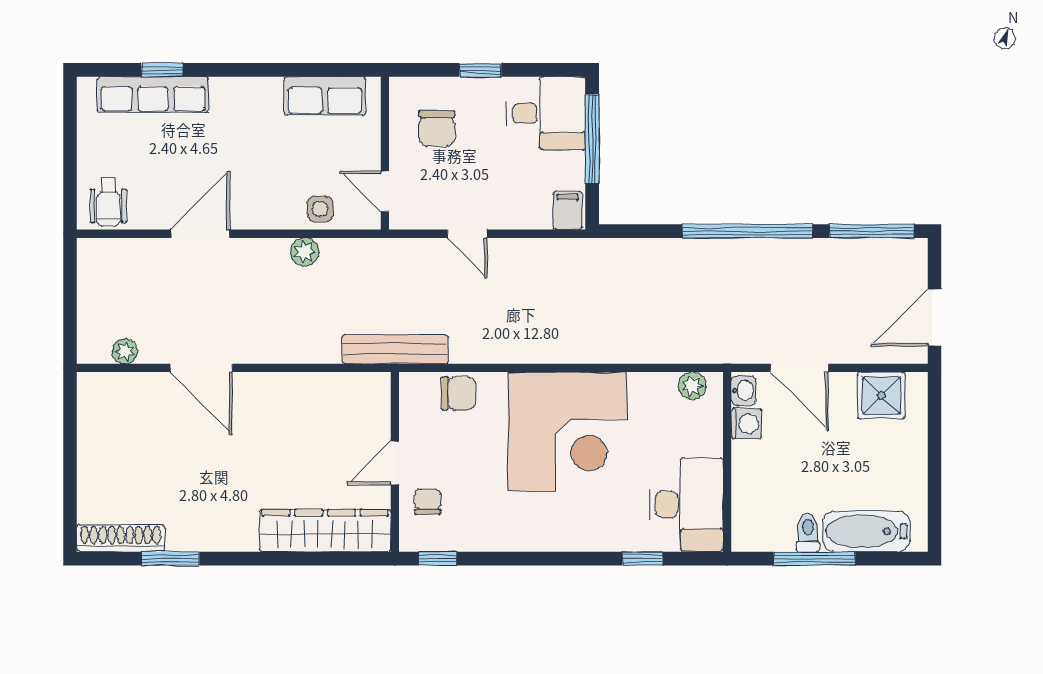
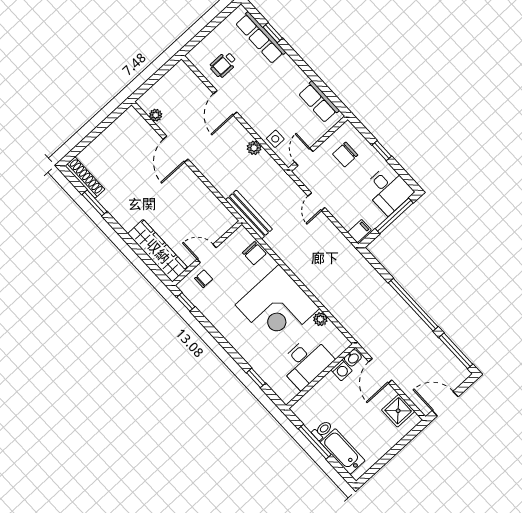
wheelchair: (108, 202) -> (223, 65), moved
door: (200, 234) -> (225, 103), swing flipped
plant: (692, 386) -> (320, 319), moved
desk: (686, 504) -> (306, 362), moved

